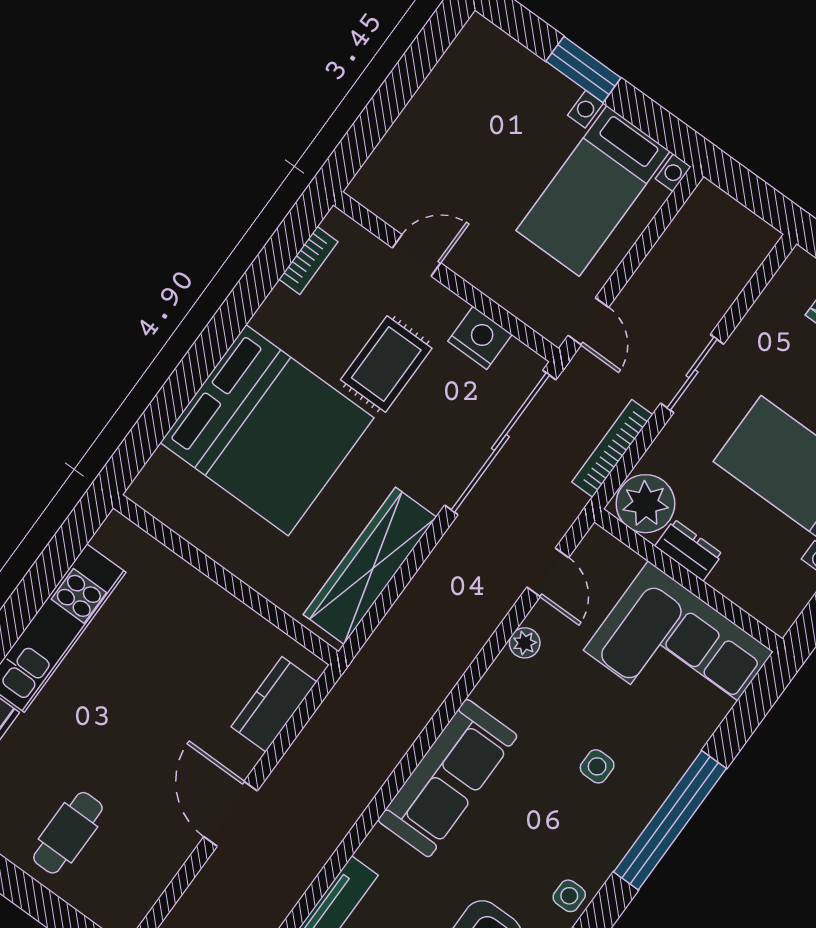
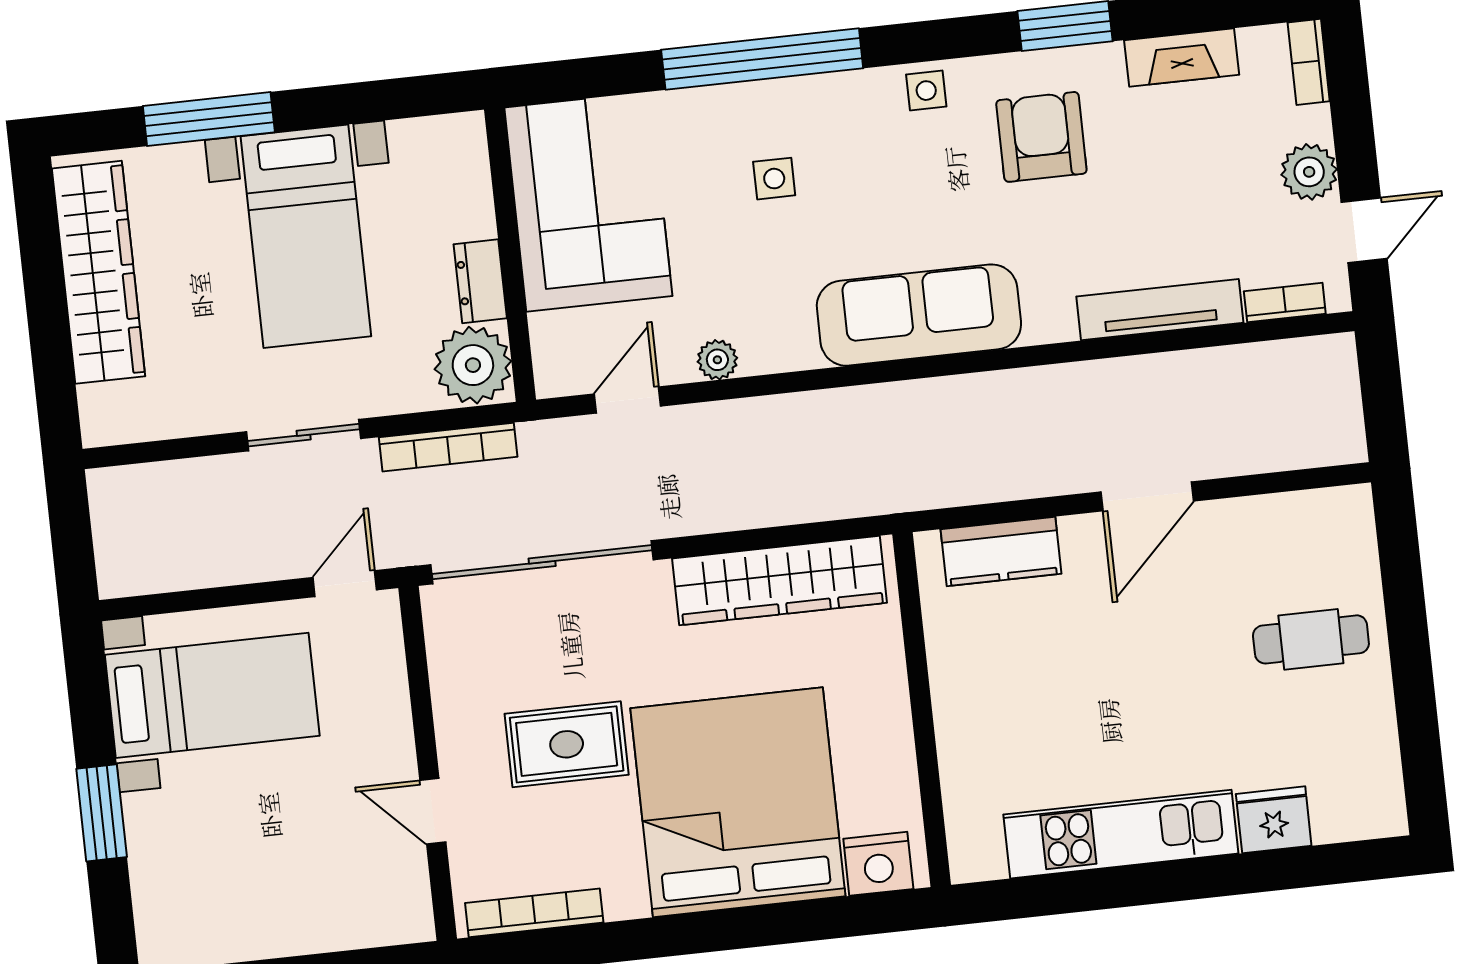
bookcase: (309, 261) -> (534, 913), width x1.56
nightstand: (480, 338) -> (878, 864), moved, turned -90

